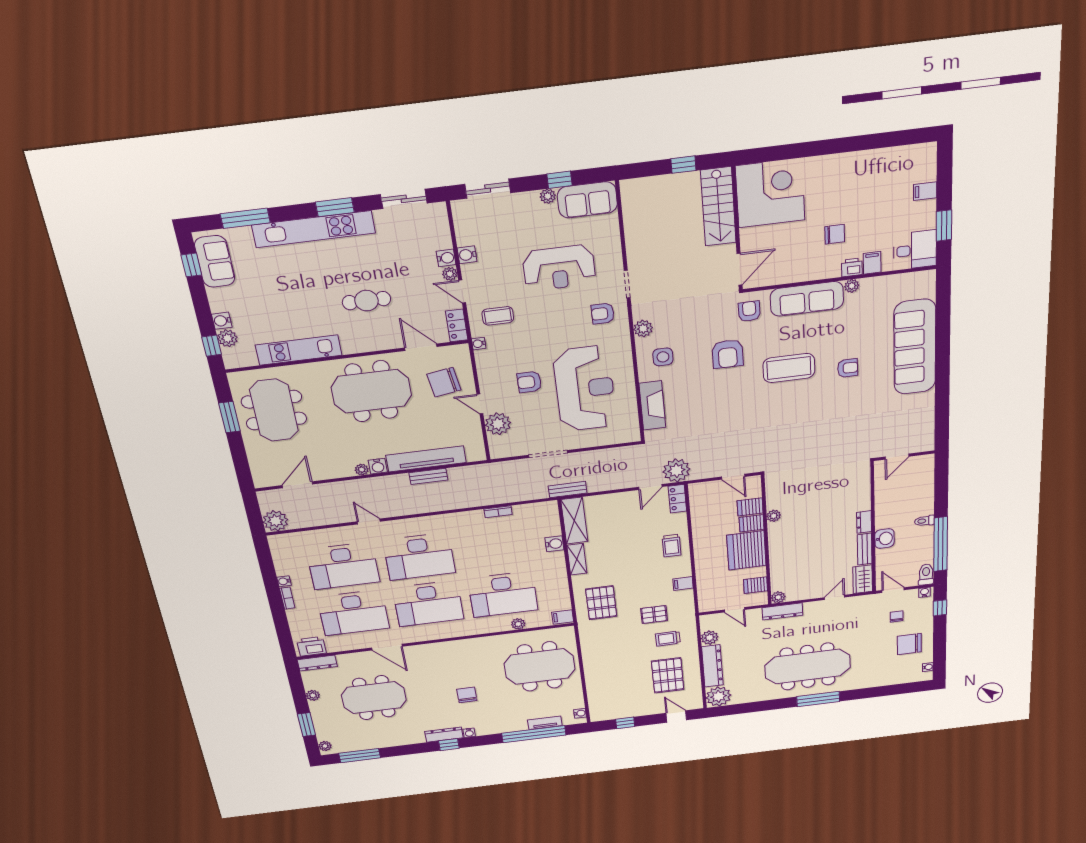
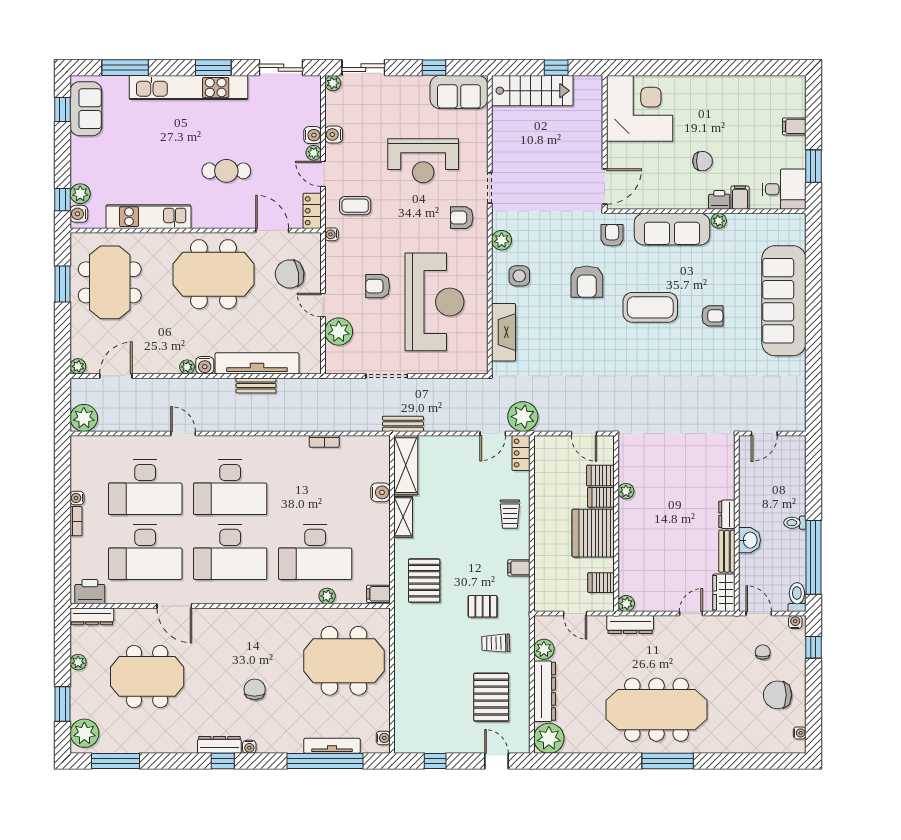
plant: (548, 196) -> (333, 83), moved
stairs: (718, 207) -> (532, 91), moved, turned -90
water cooler: (222, 321) -> (79, 214), moved
plant: (260, 482) -> (78, 366), added
tv unit: (545, 723) -> (332, 746), width x1.41
plant: (325, 746) -> (84, 733), width x1.88, depth x1.88

